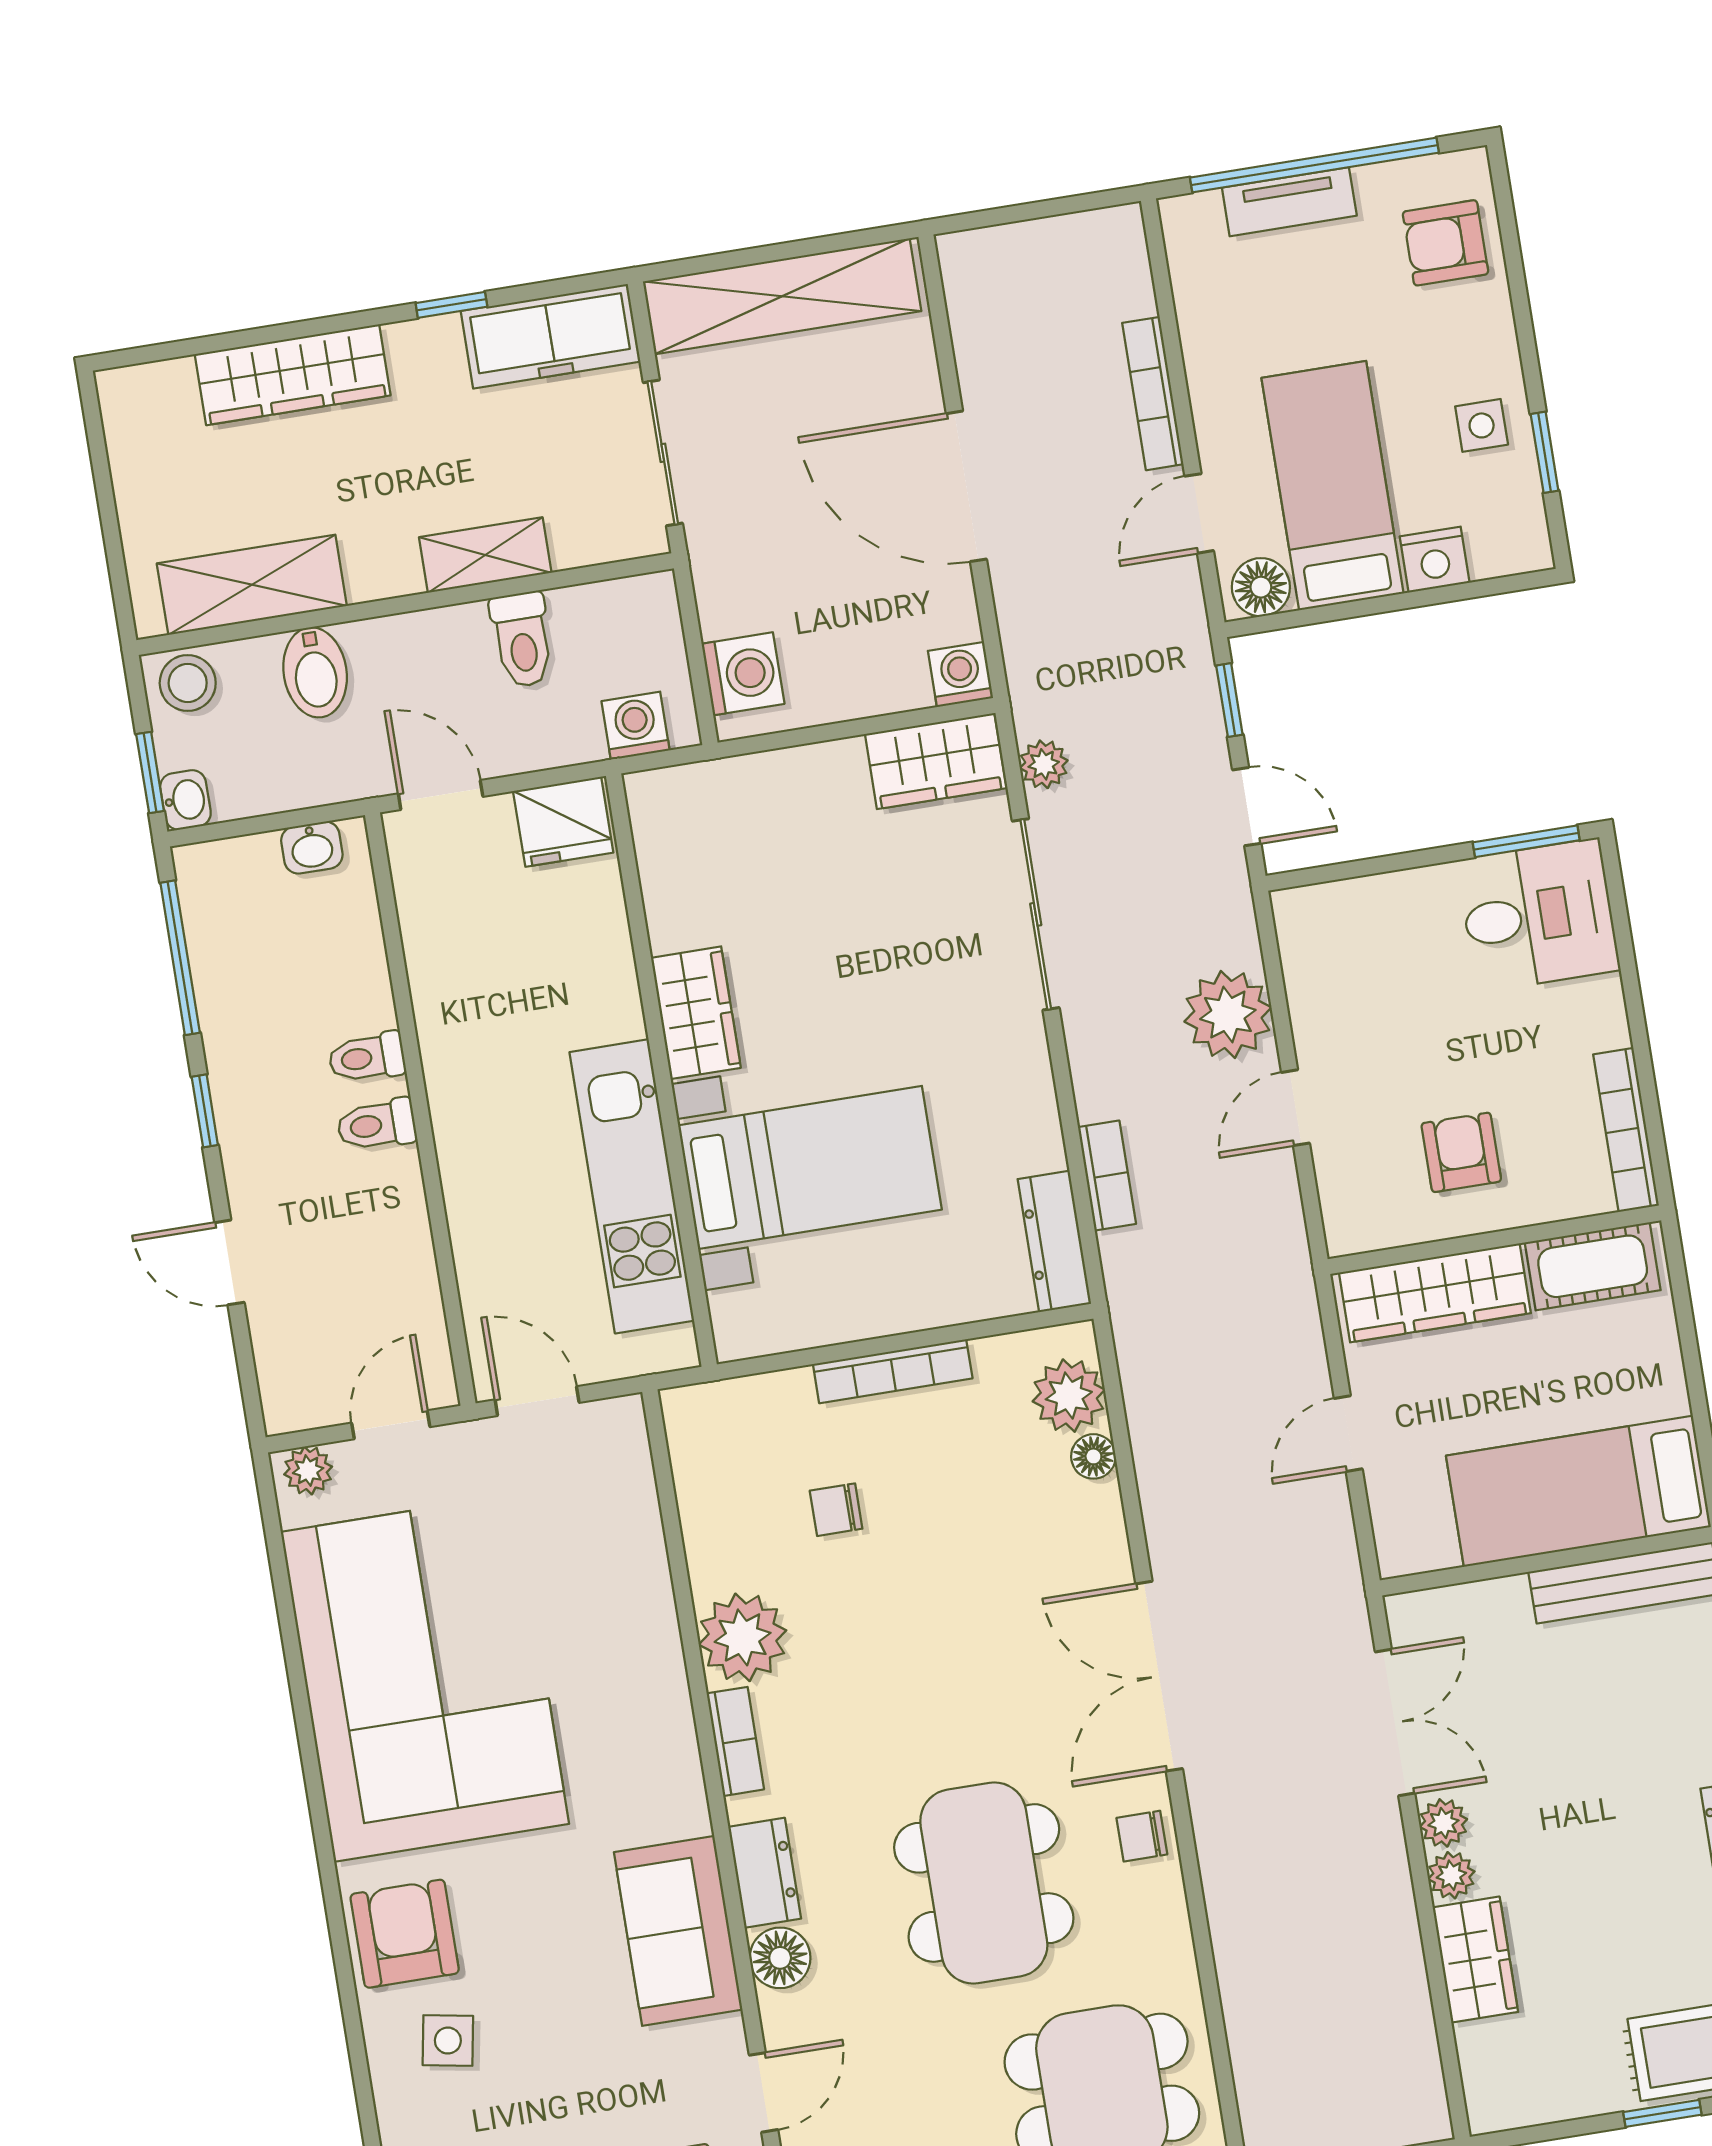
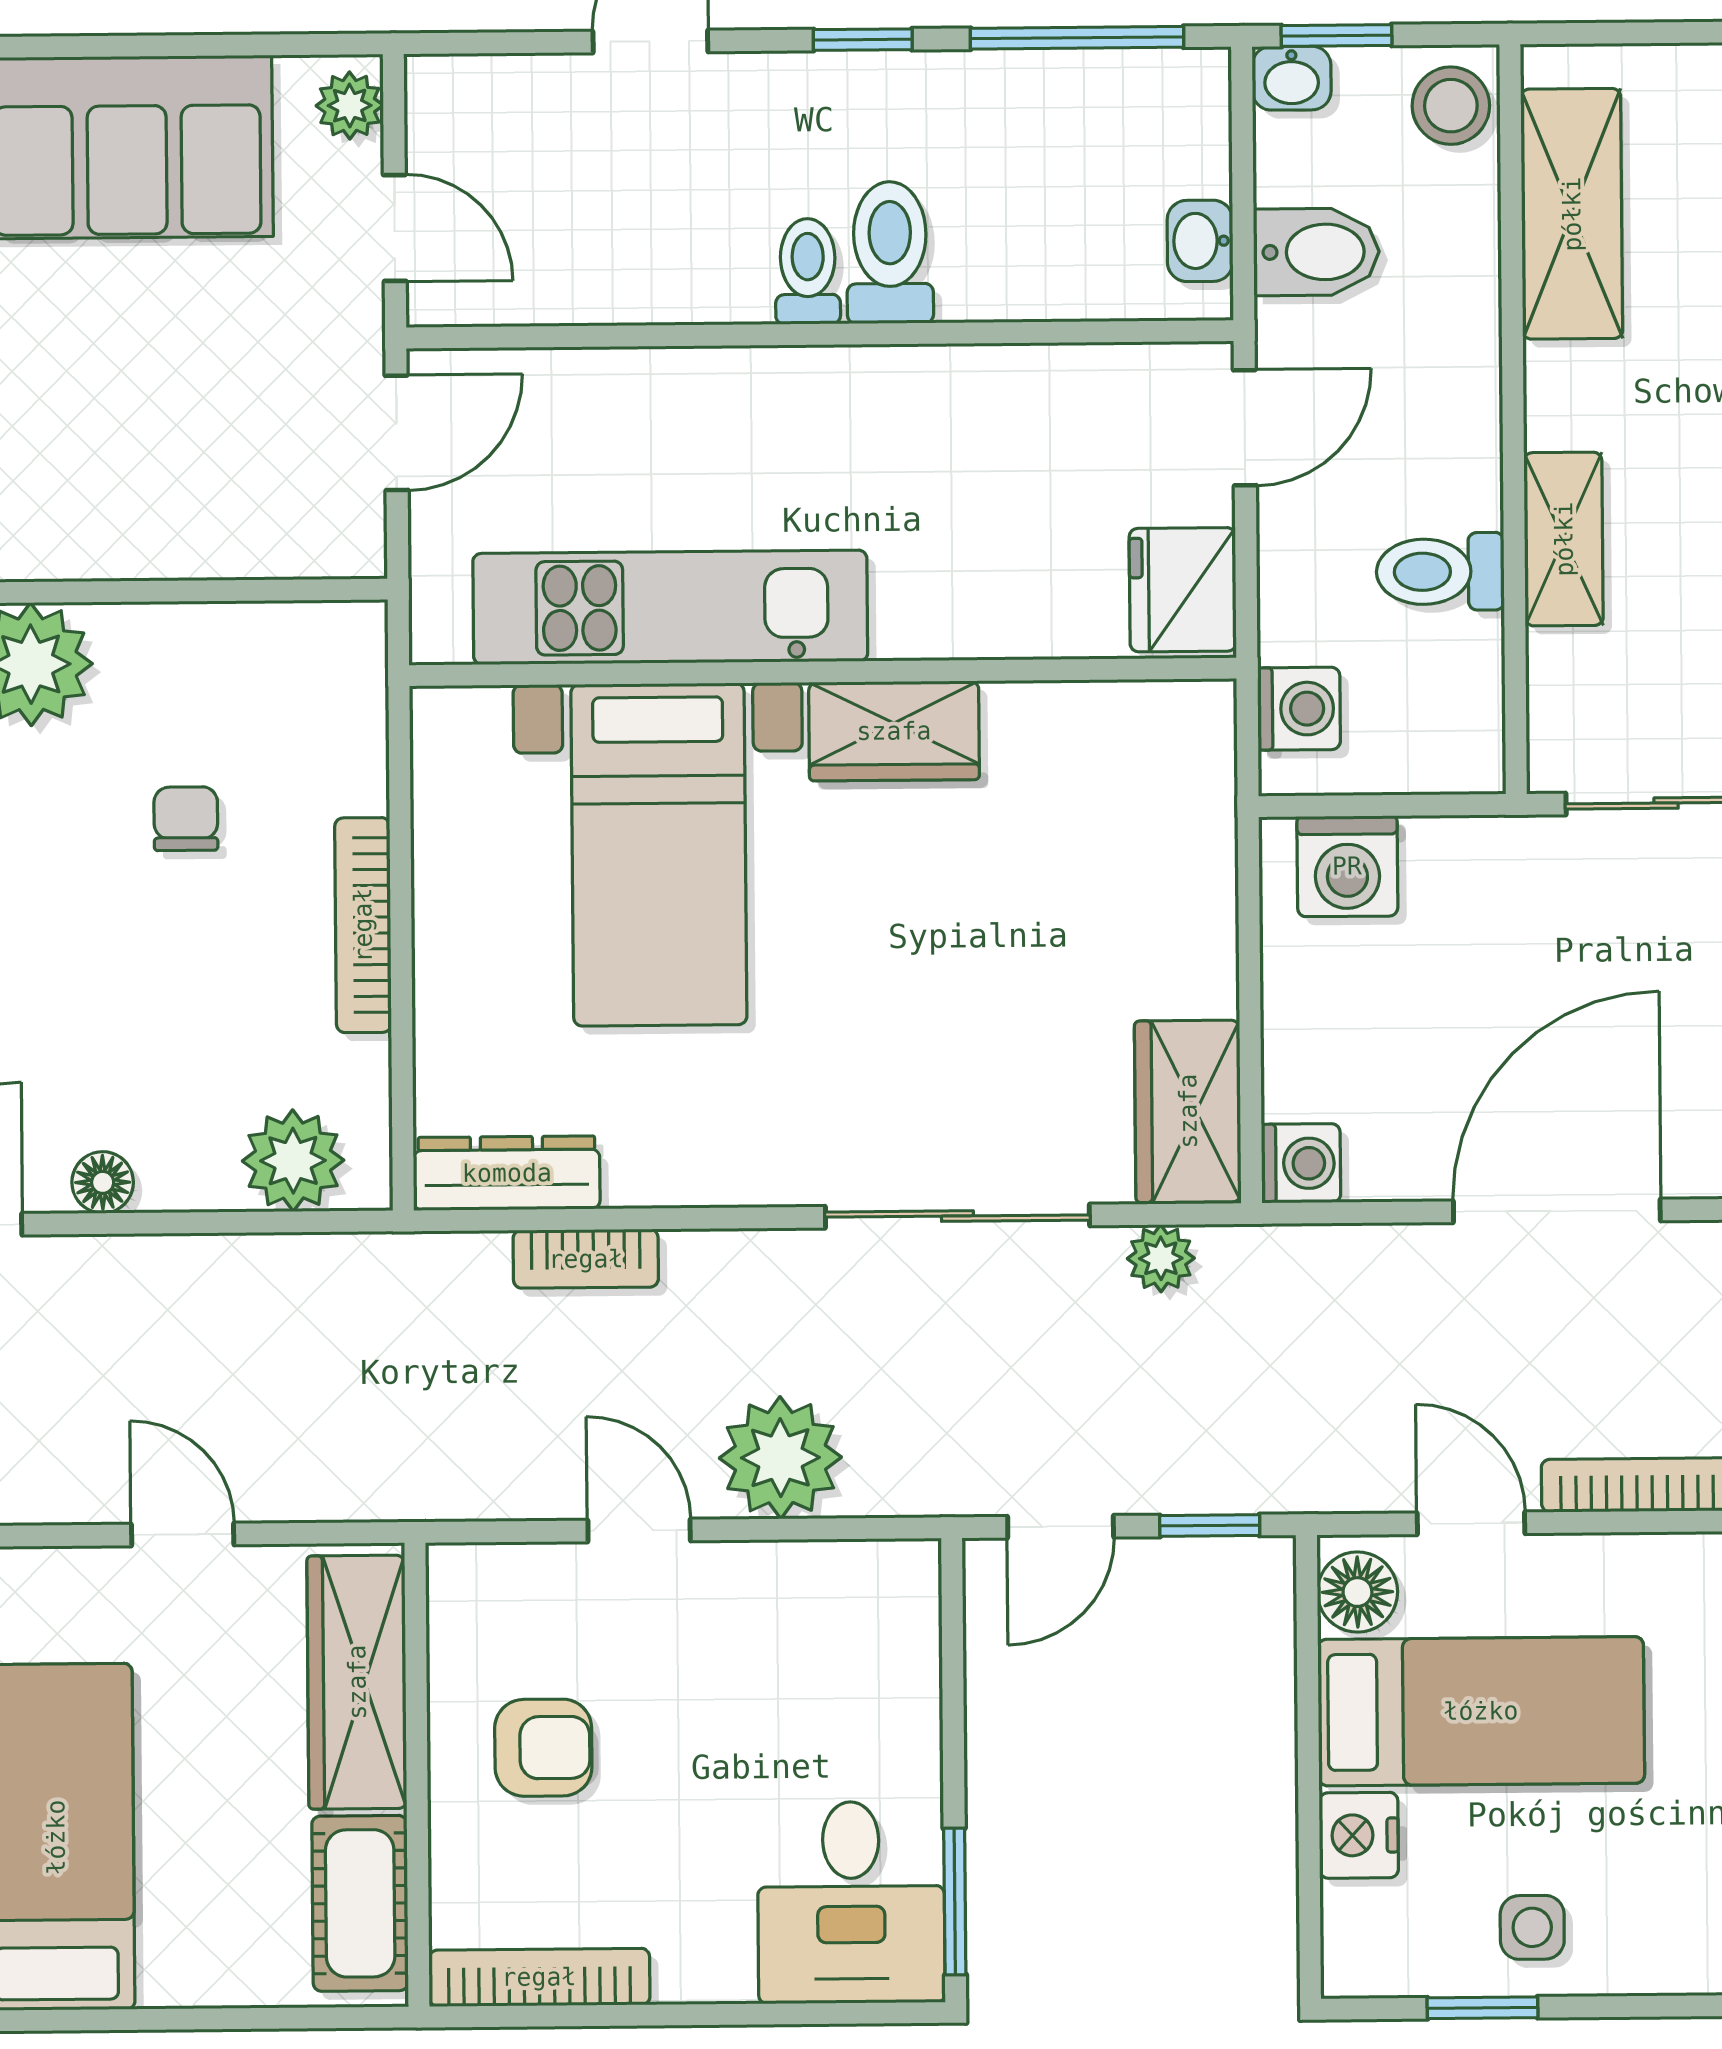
bidet: (315, 672) -> (1316, 252), moved, turned 180
toilet: (367, 1057) -> (890, 252), width x1.37, depth x1.39
floor lamp: (1093, 1456) -> (103, 1182), moved

